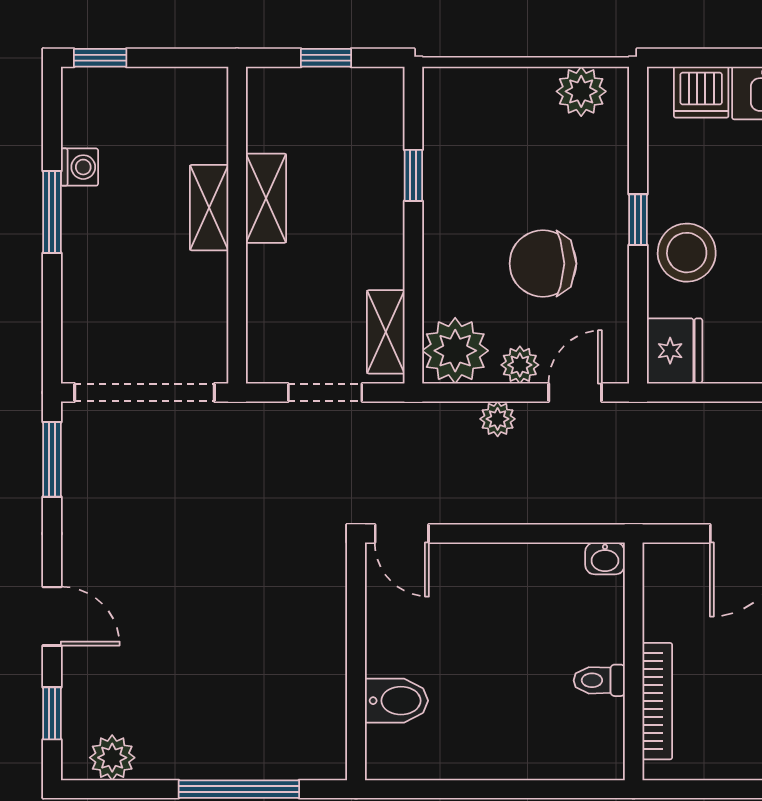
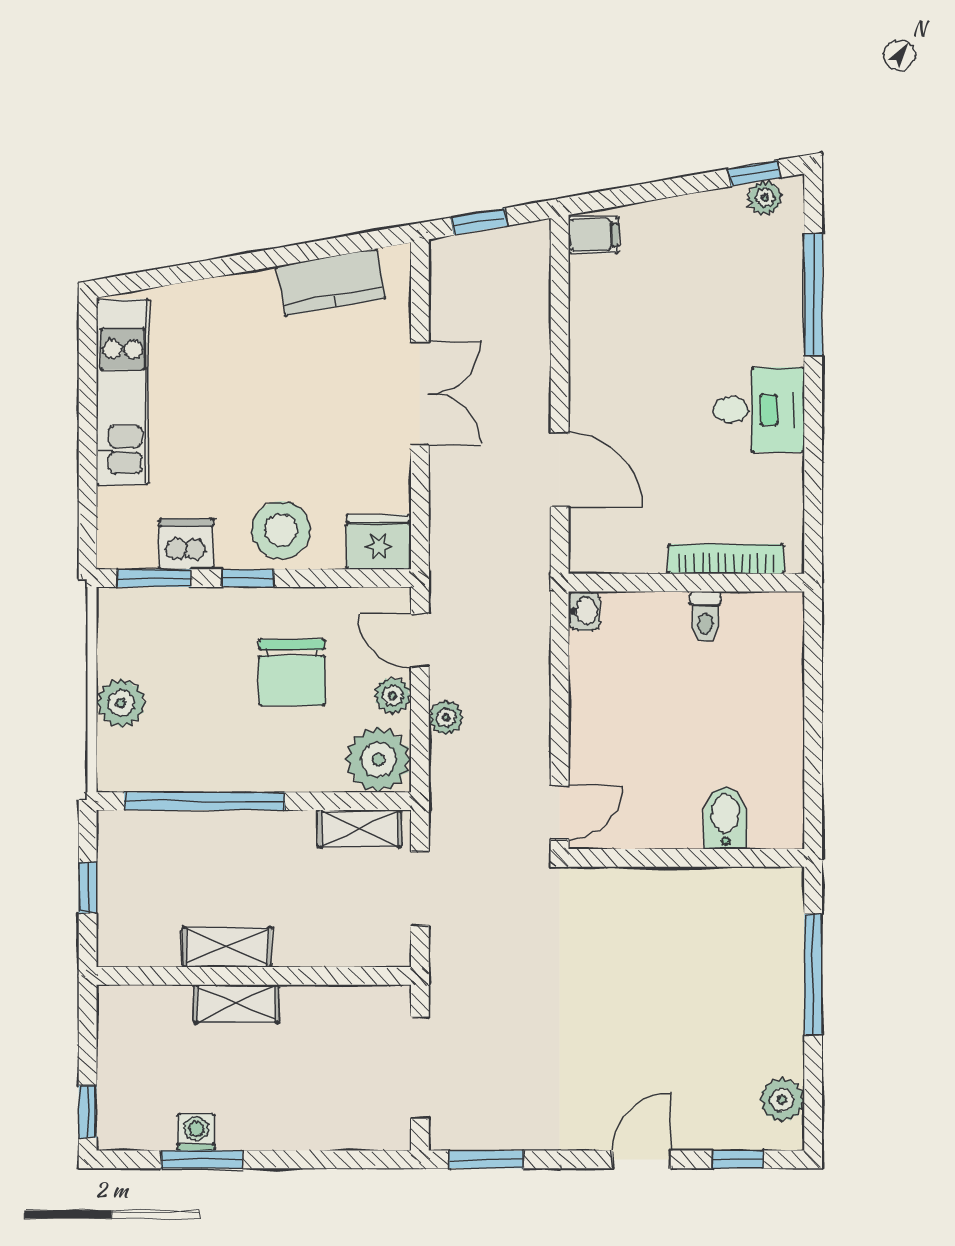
plant: (581, 91) -> (121, 703), moved
dishwasher: (701, 92) -> (186, 544), moved, turned -90
window: (638, 125) -> (154, 578), added
window: (413, 175) -> (204, 801), width x3.17
window: (52, 212) -> (202, 1159), moved
doorway: (144, 393) -> (420, 1068), width x0.73

